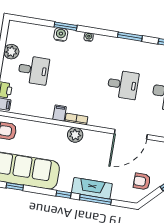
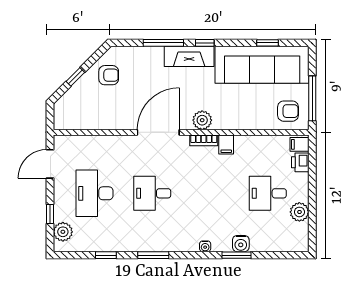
door: (131, 134) -> (158, 132), moved
fireplace: (92, 188) -> (189, 56), moved

